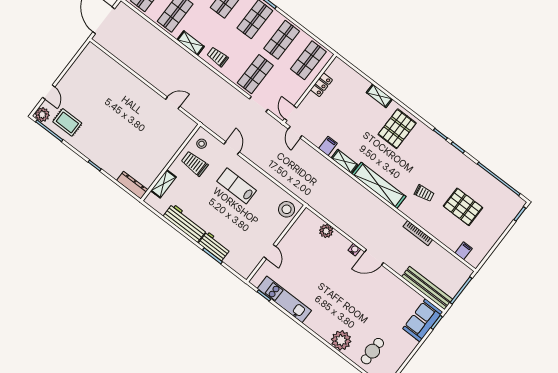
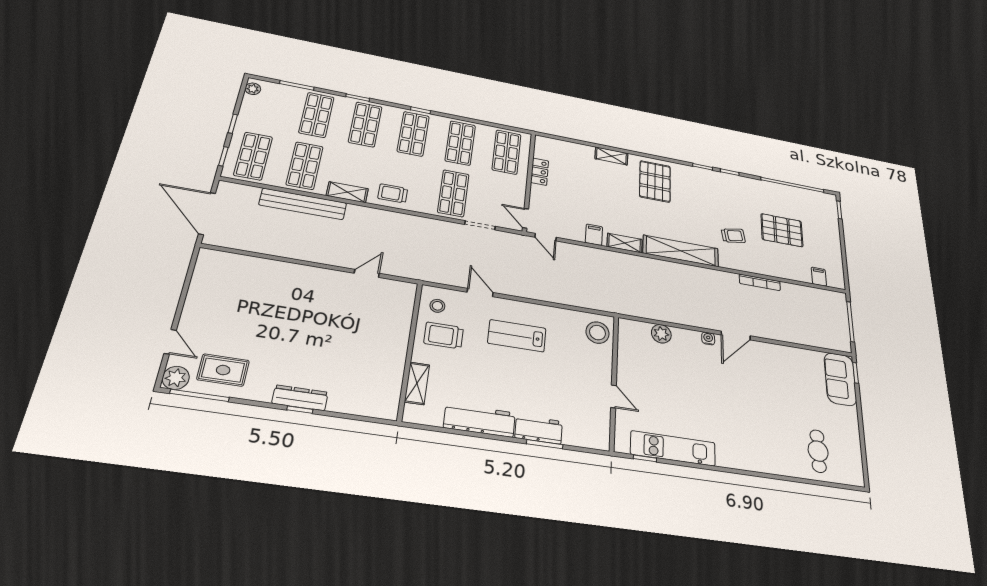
dresser: (132, 185) -> (300, 398), moved
bench: (427, 288) -> (303, 204), moved
plant: (341, 340) -> (775, 460), removed

